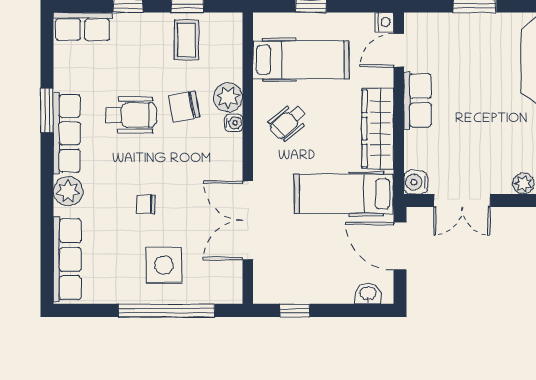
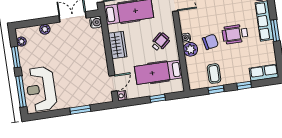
row of seats: (417, 101) -> (101, 61), removed
wardrobe: (378, 129) -> (117, 45), width x0.67

